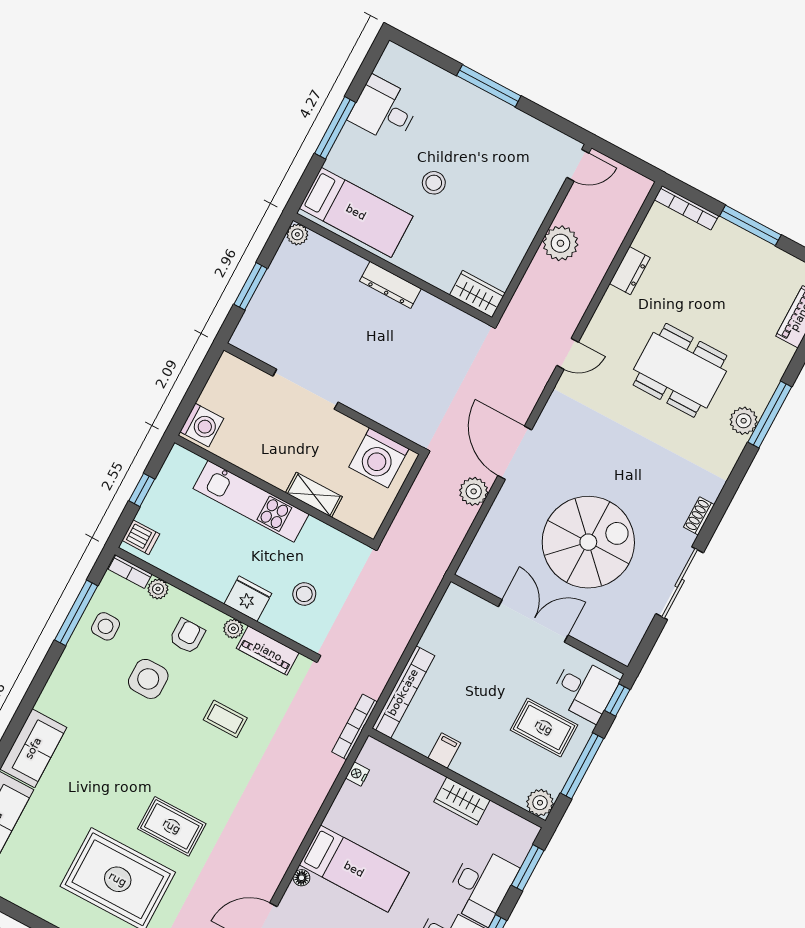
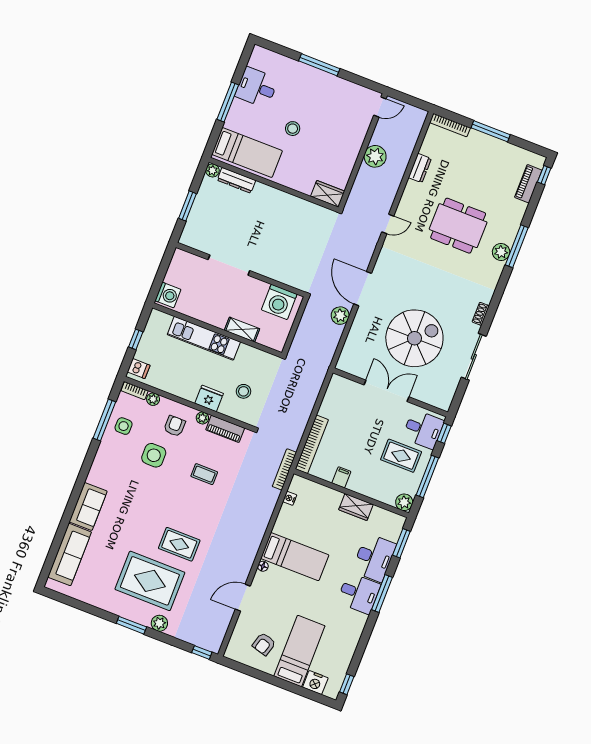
dresser: (390, 285) -> (236, 180), moved

